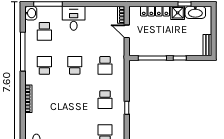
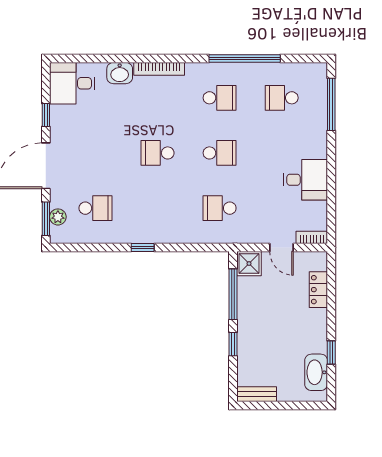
locker: (155, 11) -> (318, 290), width x0.66
washbasin: (31, 13) -> (120, 73), moved
shower: (178, 13) -> (249, 264), moved
desk: (74, 18) -> (305, 180), moved
door: (127, 31) -> (282, 247), swing flipped
school desk: (105, 100) -> (158, 153), moved

